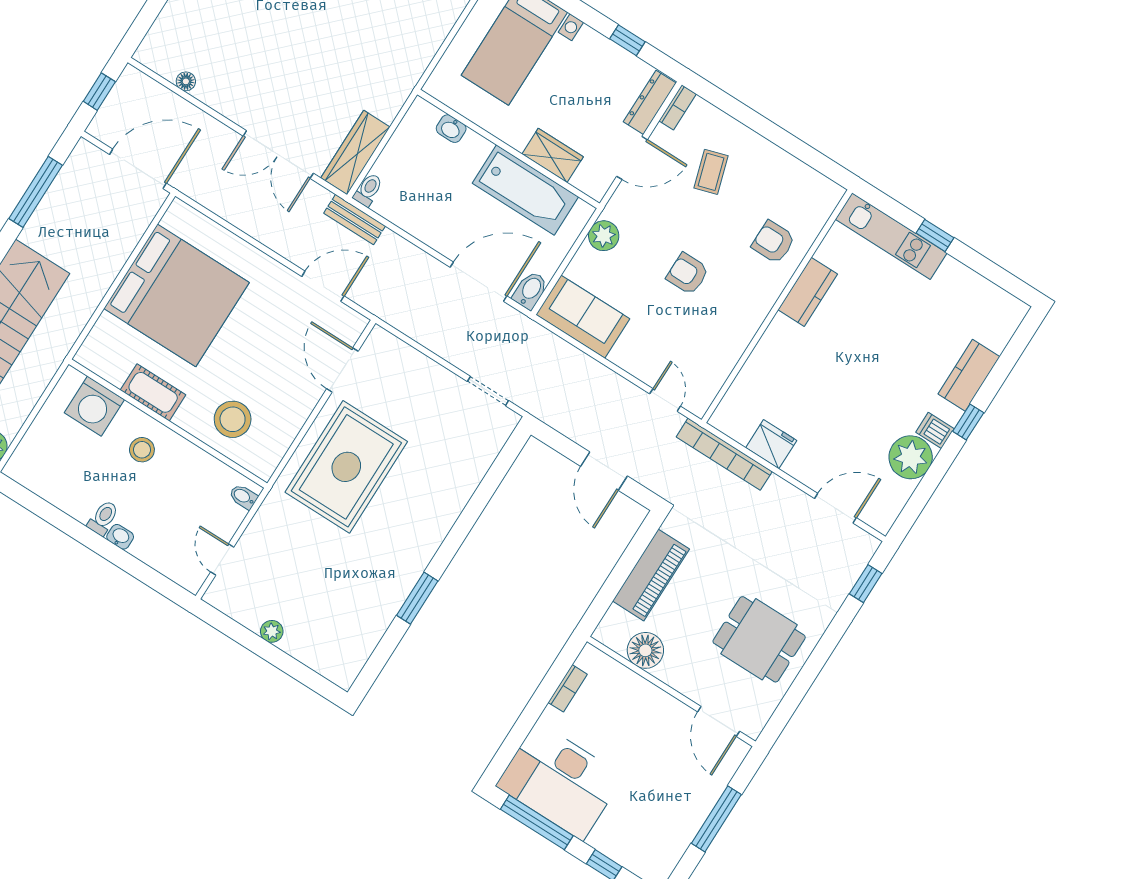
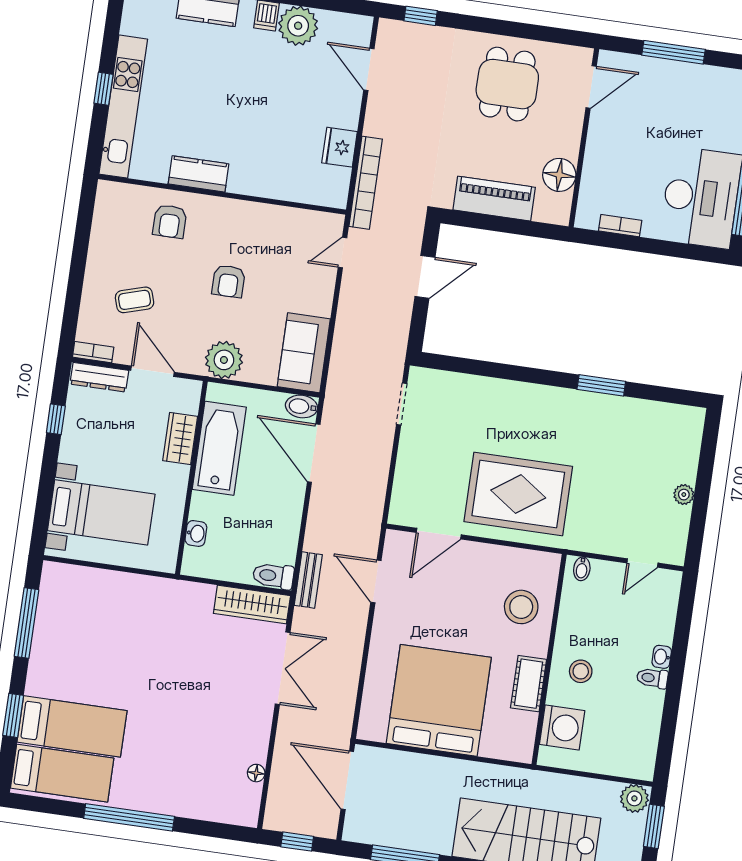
toilet: (368, 190) -> (273, 576), width x1.37, depth x1.39
plant: (604, 236) -> (224, 360), width x1.36, depth x1.36
kitchen unit: (891, 236) -> (123, 107), width x1.36

